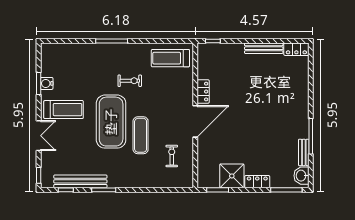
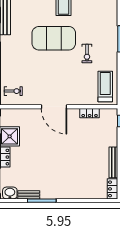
locker: (203, 92) -> (90, 113), moved
exercise mat: (141, 135) -> (43, 62), removed
exercise bike: (172, 156) -> (13, 91), moved

